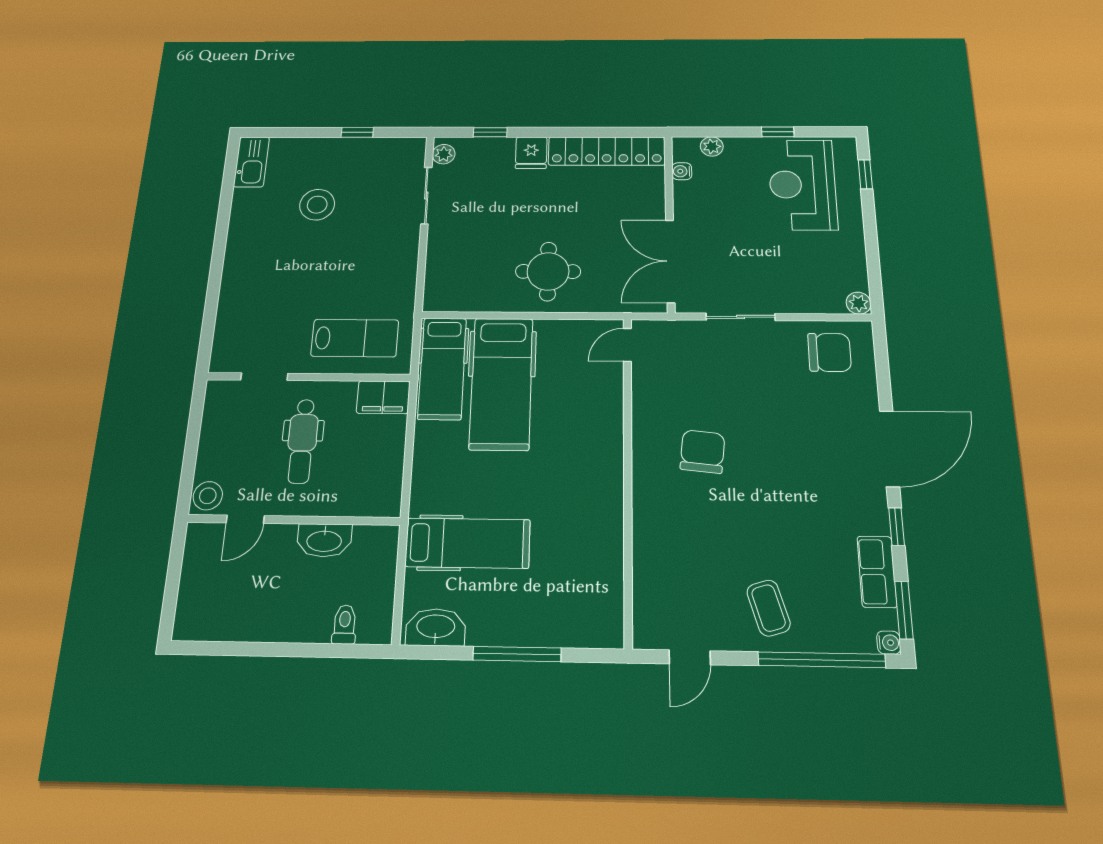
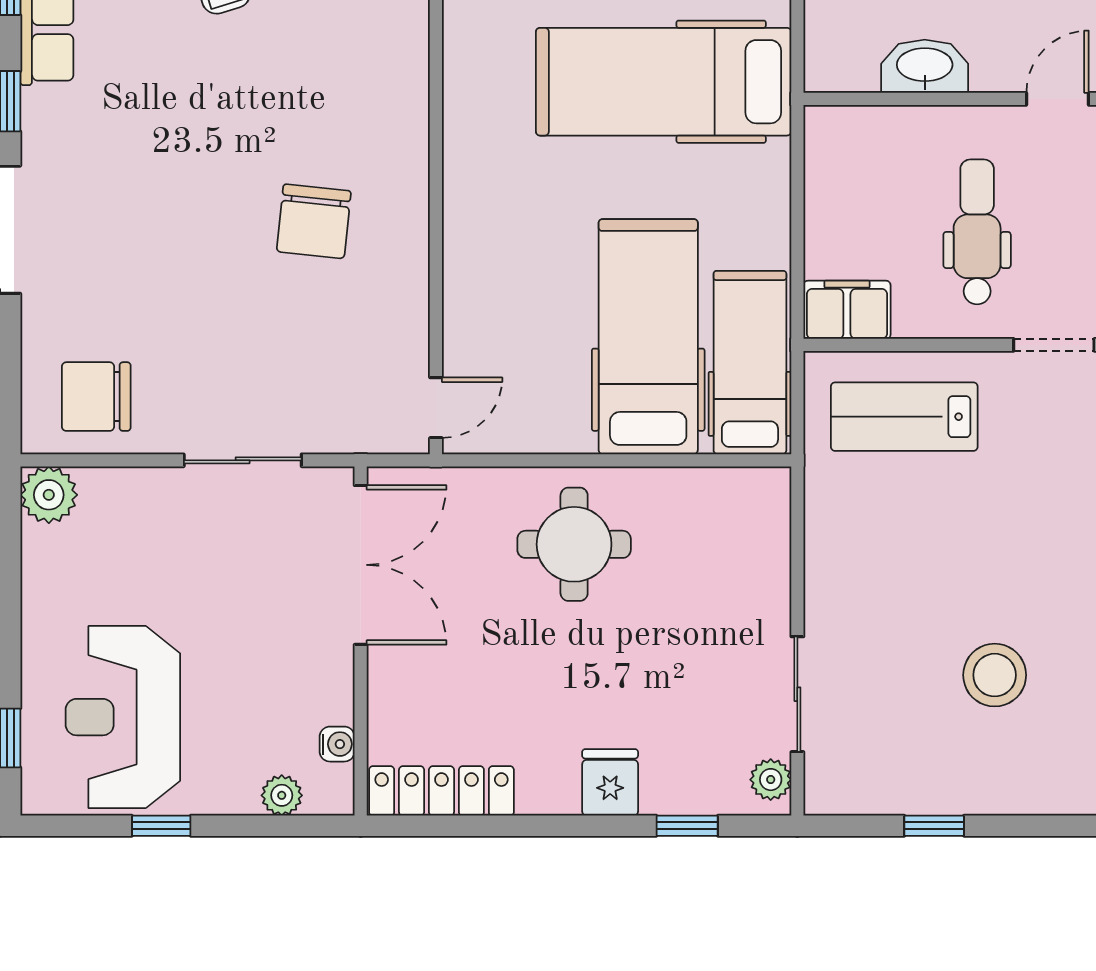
locker: (607, 151) -> (441, 791), width x0.71, depth x0.83
reception desk: (802, 185) -> (123, 717), turned 180
plant: (859, 303) -> (49, 495), width x1.38, depth x1.38
hospital bed: (468, 543) -> (664, 82), width x1.37, depth x1.29

